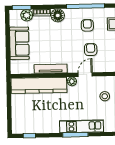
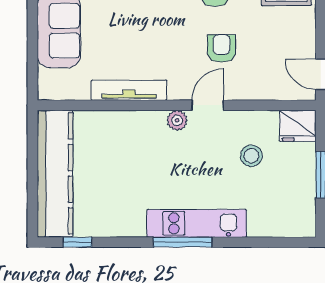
kitchen counter: (39, 85) -> (55, 173), moved, turned -90

